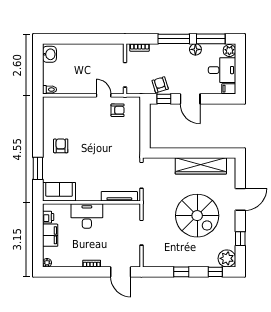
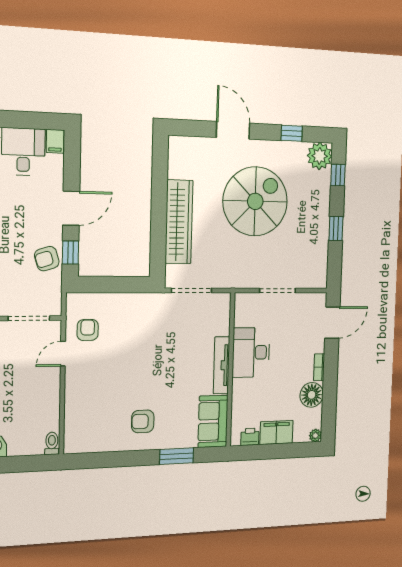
wardrobe: (201, 166) -> (179, 222), moved
tv unit: (119, 196) -> (221, 365), moved
desk: (87, 216) -> (251, 352), moved
floor lamp: (74, 259) -> (312, 395), added

